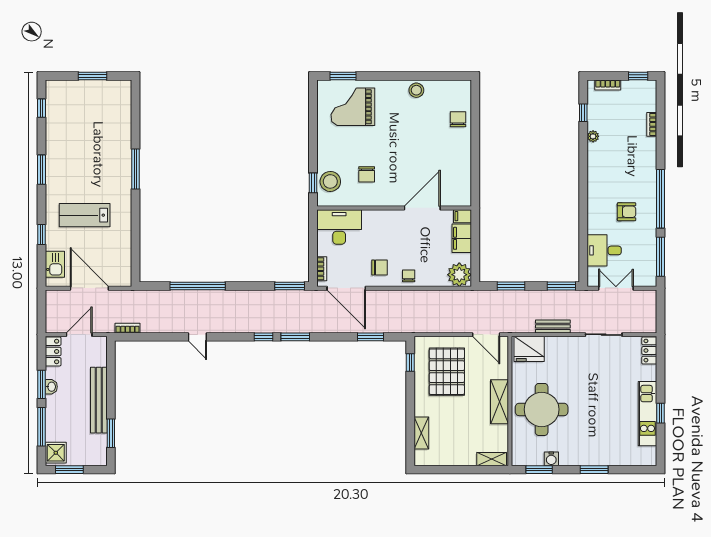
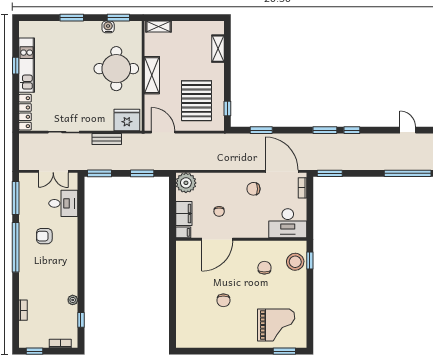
stool: (416, 90) -> (222, 339), removed
chair: (458, 119) -> (223, 300), moved
chair: (409, 276) -> (219, 211), moved
locker: (649, 351) -> (25, 112), width x1.53

